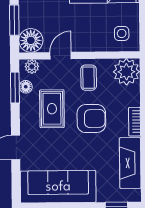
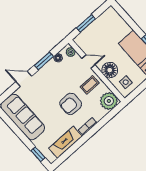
floor lamp: (31, 40) -> (110, 70), moved
window: (15, 88) -> (44, 61), moved
rug: (52, 109) -> (58, 80), removed
armchair: (91, 119) -> (71, 104), turned 90

